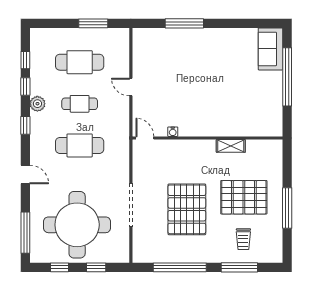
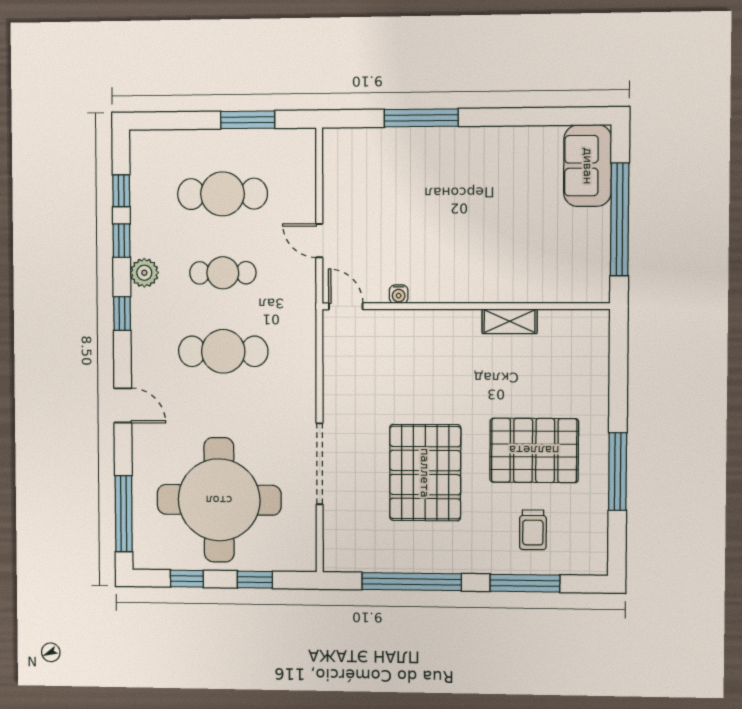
water cooler: (173, 132) -> (399, 294), moved
door: (145, 138) -> (346, 306), moved
wall: (208, 138) -> (465, 306), moved
shelving: (231, 146) -> (510, 321), moved

